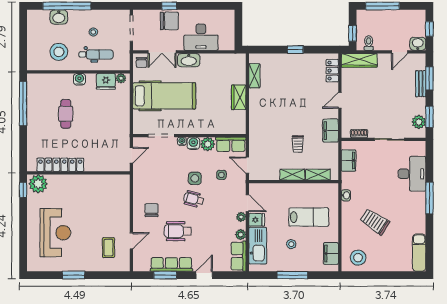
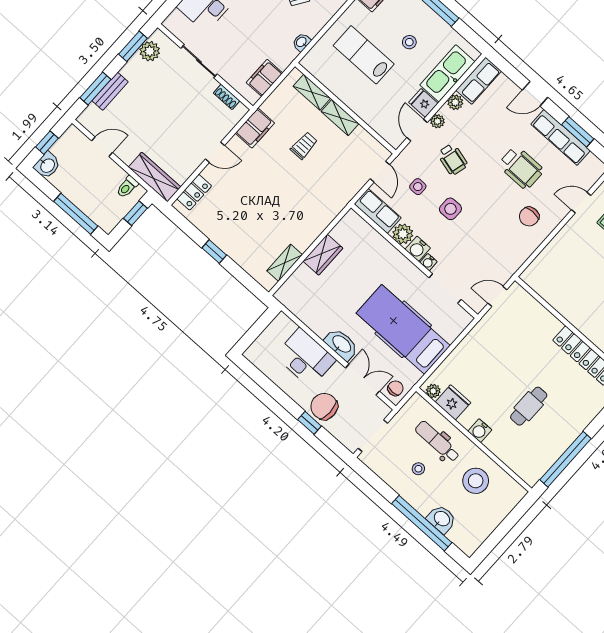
washbasin: (418, 44) -> (47, 165), moved, turned -90
wheelchair: (194, 199) -> (453, 159), moved

